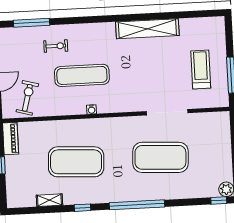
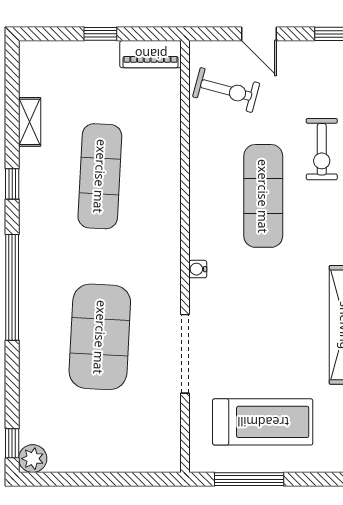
exercise bike: (56, 46) -> (322, 149), width x1.38, depth x1.39
treadmill: (201, 69) -> (263, 422), width x1.37, depth x1.38
water cooler: (92, 109) -> (198, 269), moved
exercise mat: (76, 162) -> (100, 176), width x0.68

